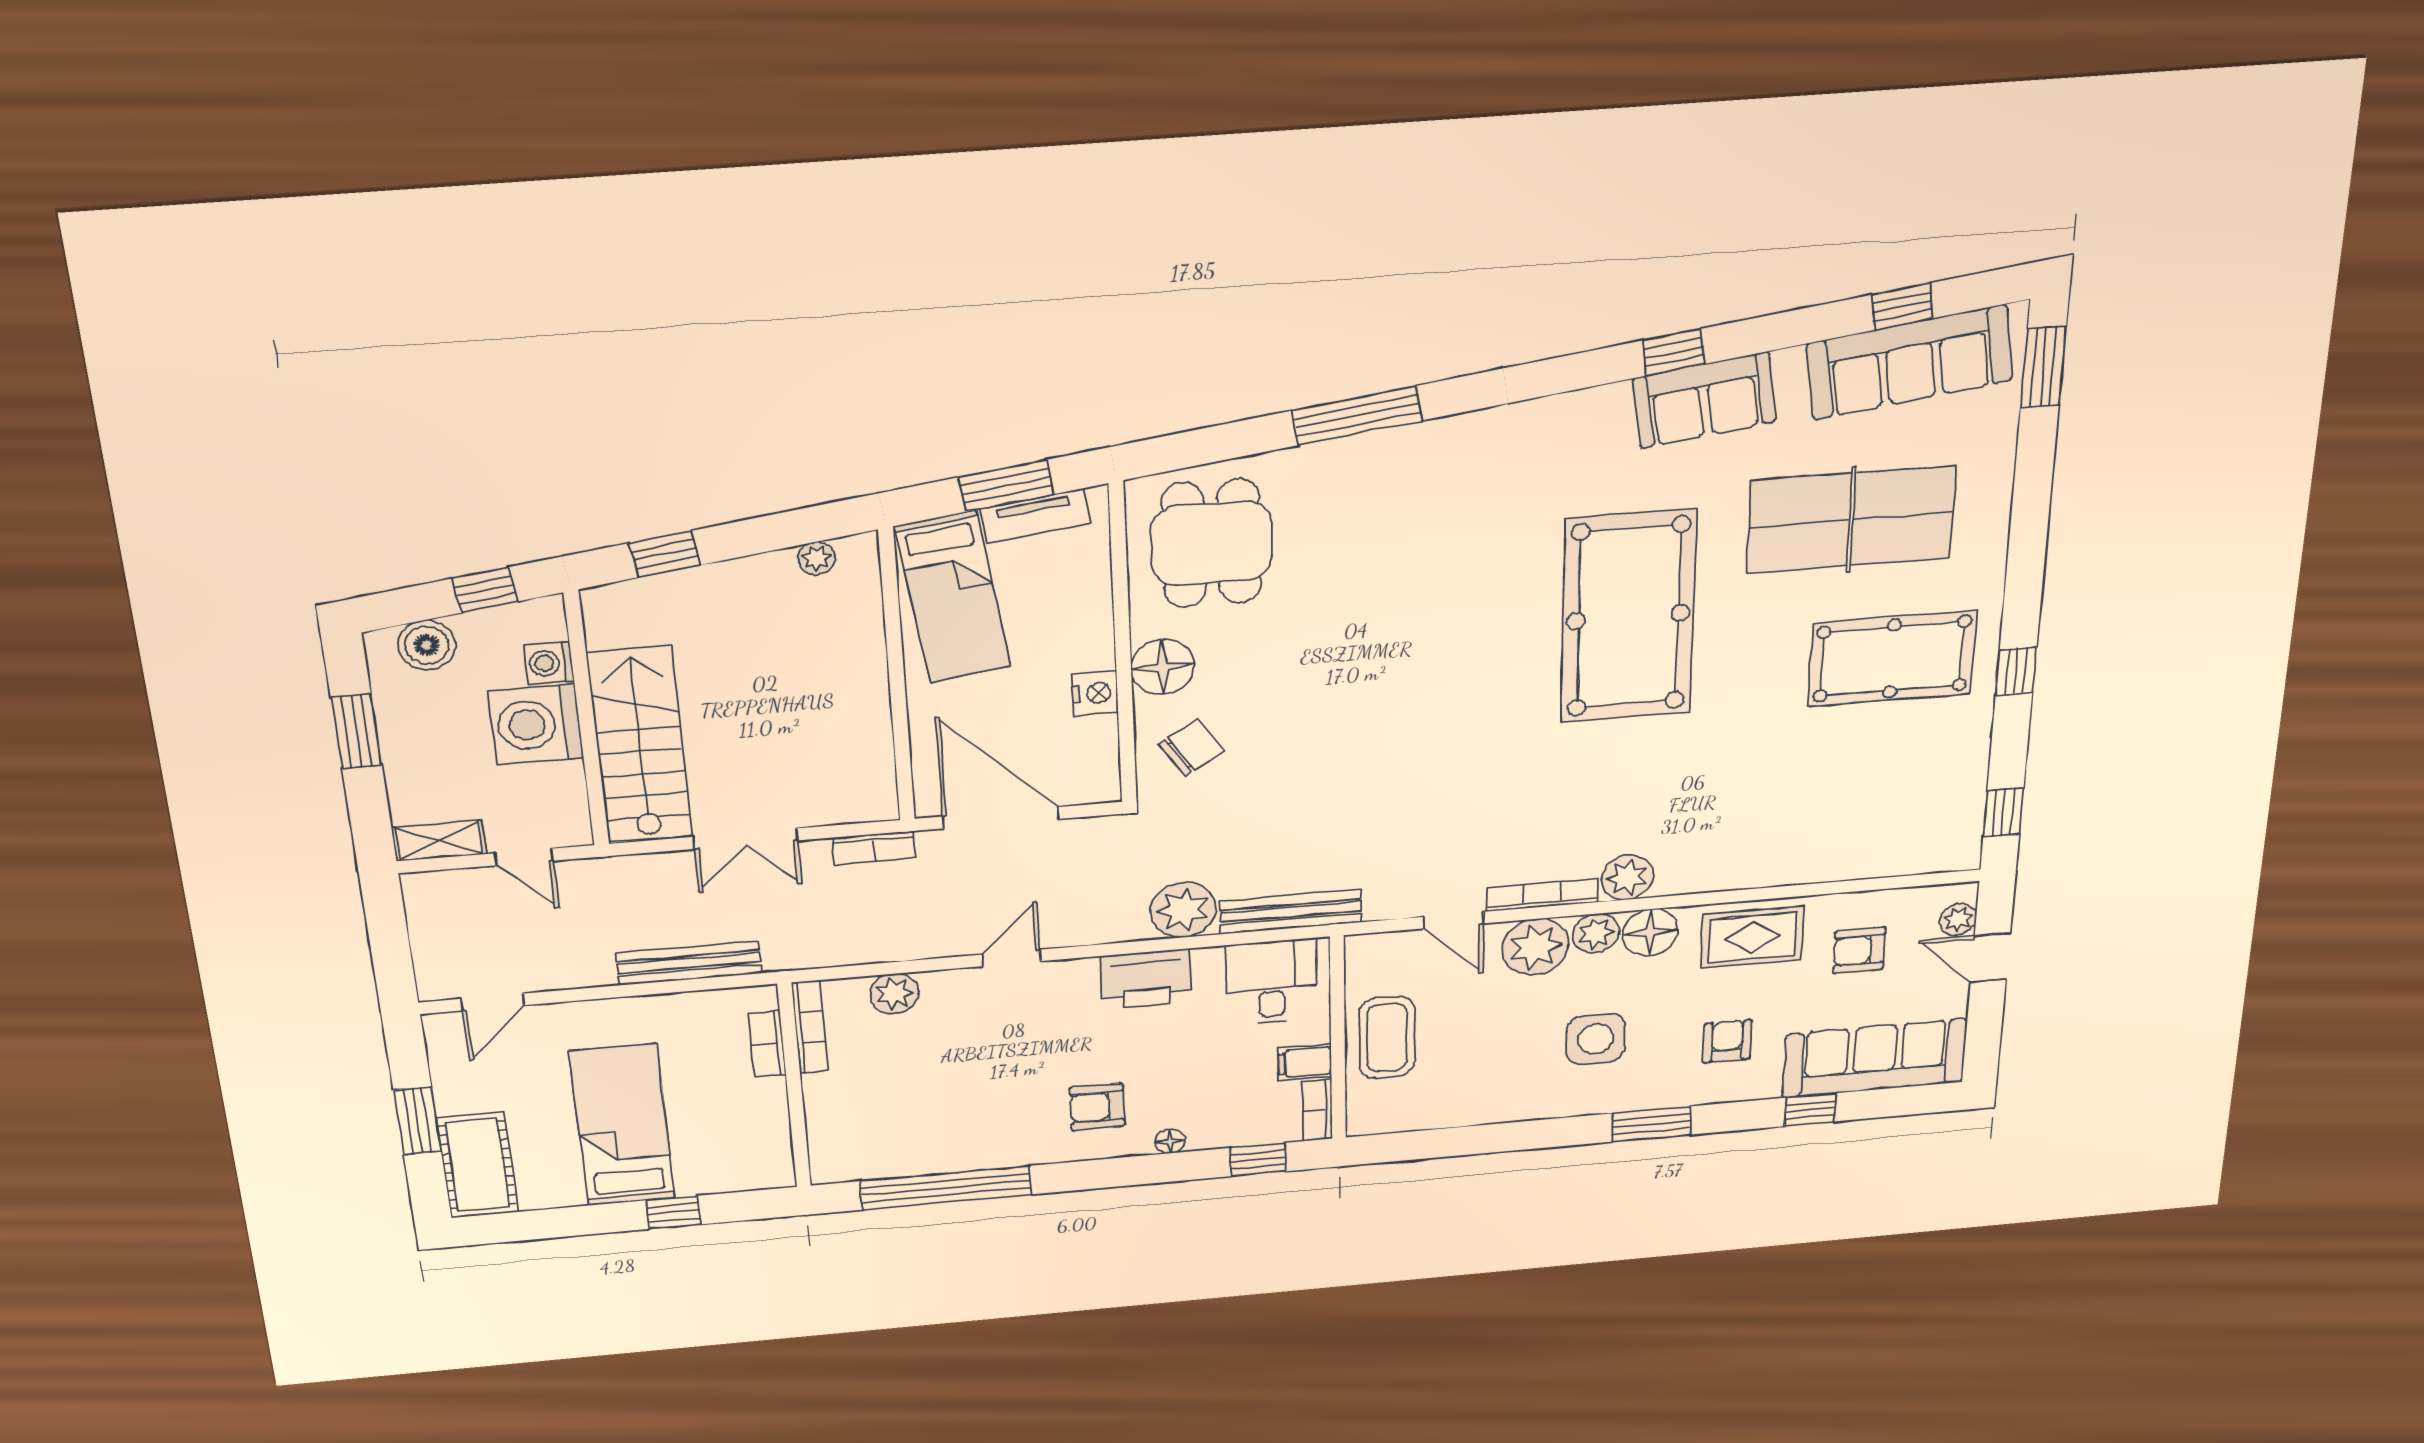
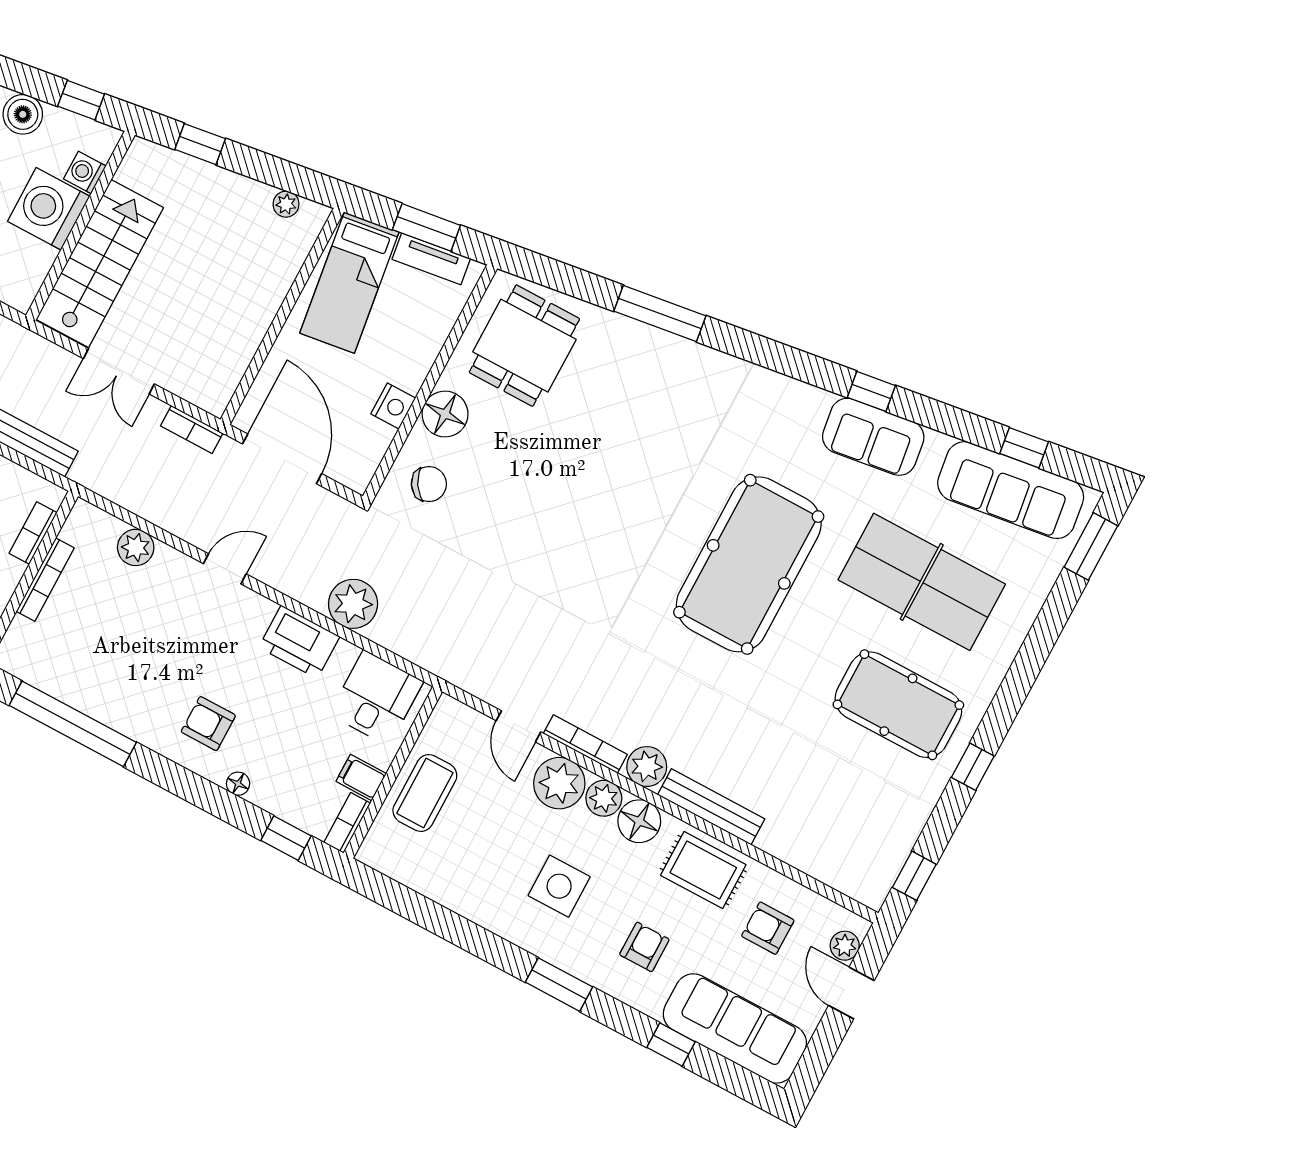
bench: (1291, 912) -> (711, 807), moved
bookcase: (810, 1027) -> (45, 580), moved

